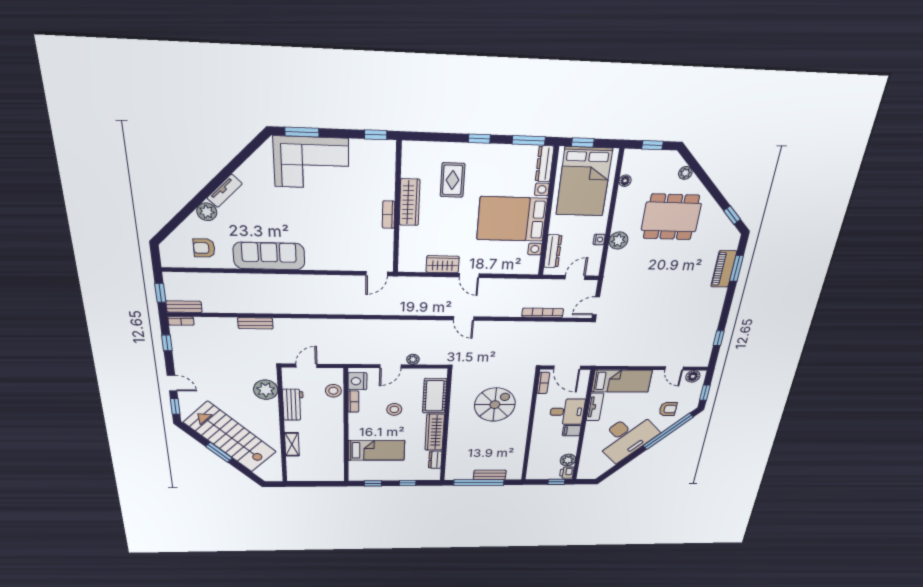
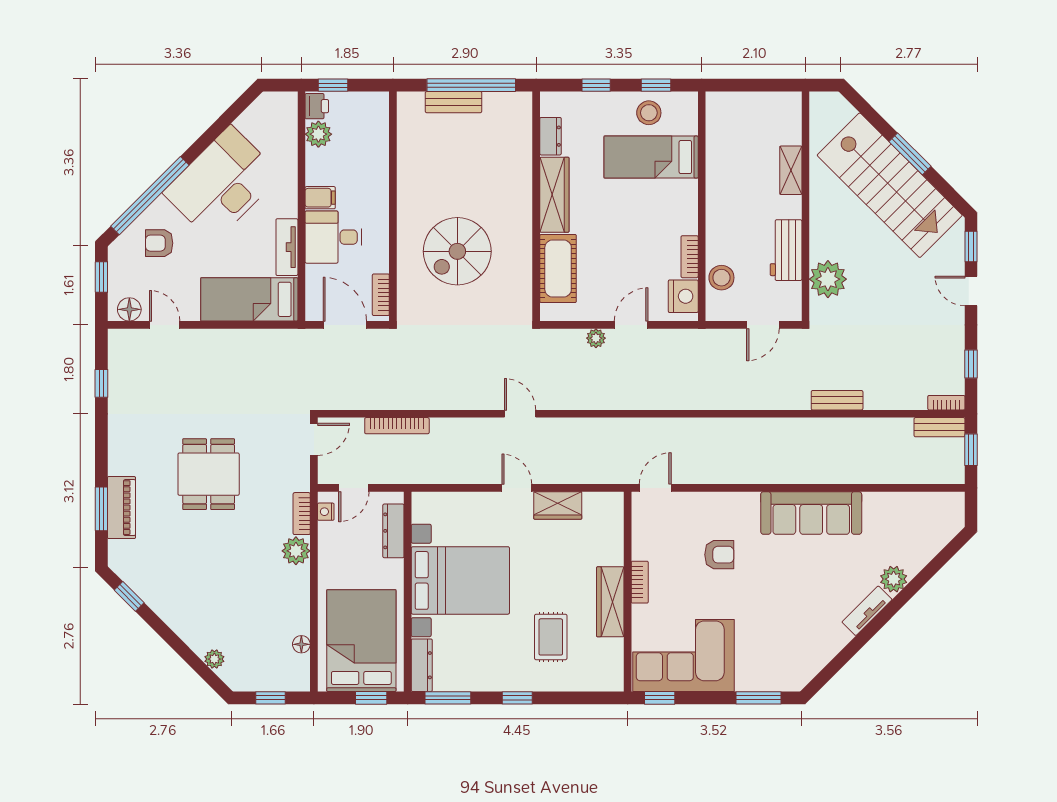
corner sofa: (311, 163) -> (684, 656), moved
dining table: (671, 217) -> (209, 474), moved, width x0.73
nightstand: (599, 239) -> (326, 512), moved
armchair: (204, 248) -> (719, 555), moved
bookcase: (611, 263) -> (302, 514), added
stool: (394, 409) -> (649, 113), moved

